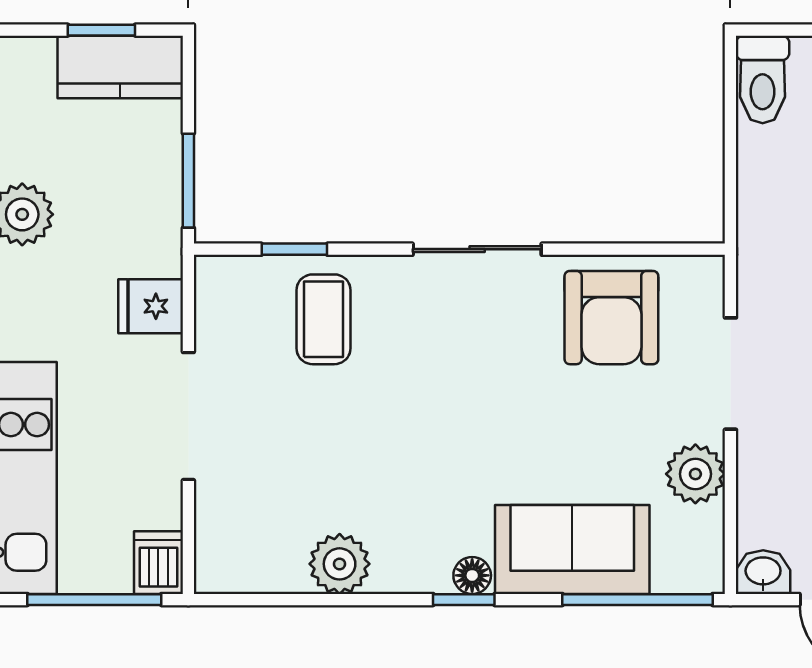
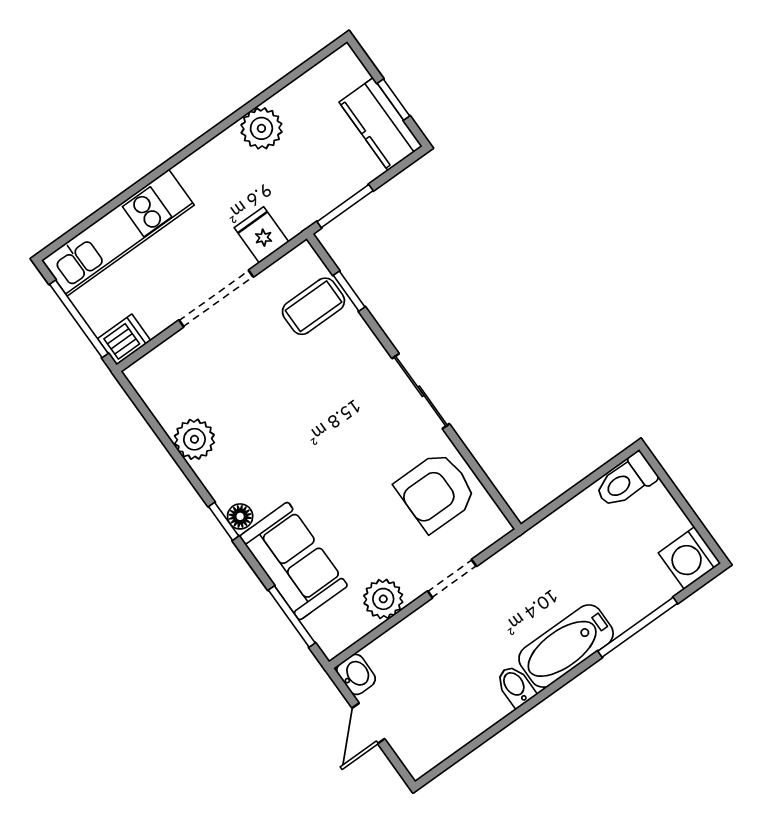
coffee table: (323, 319) -> (313, 306), moved
doorway: (730, 374) -> (452, 579), width x0.73
window: (638, 600) -> (292, 616), width x0.69

